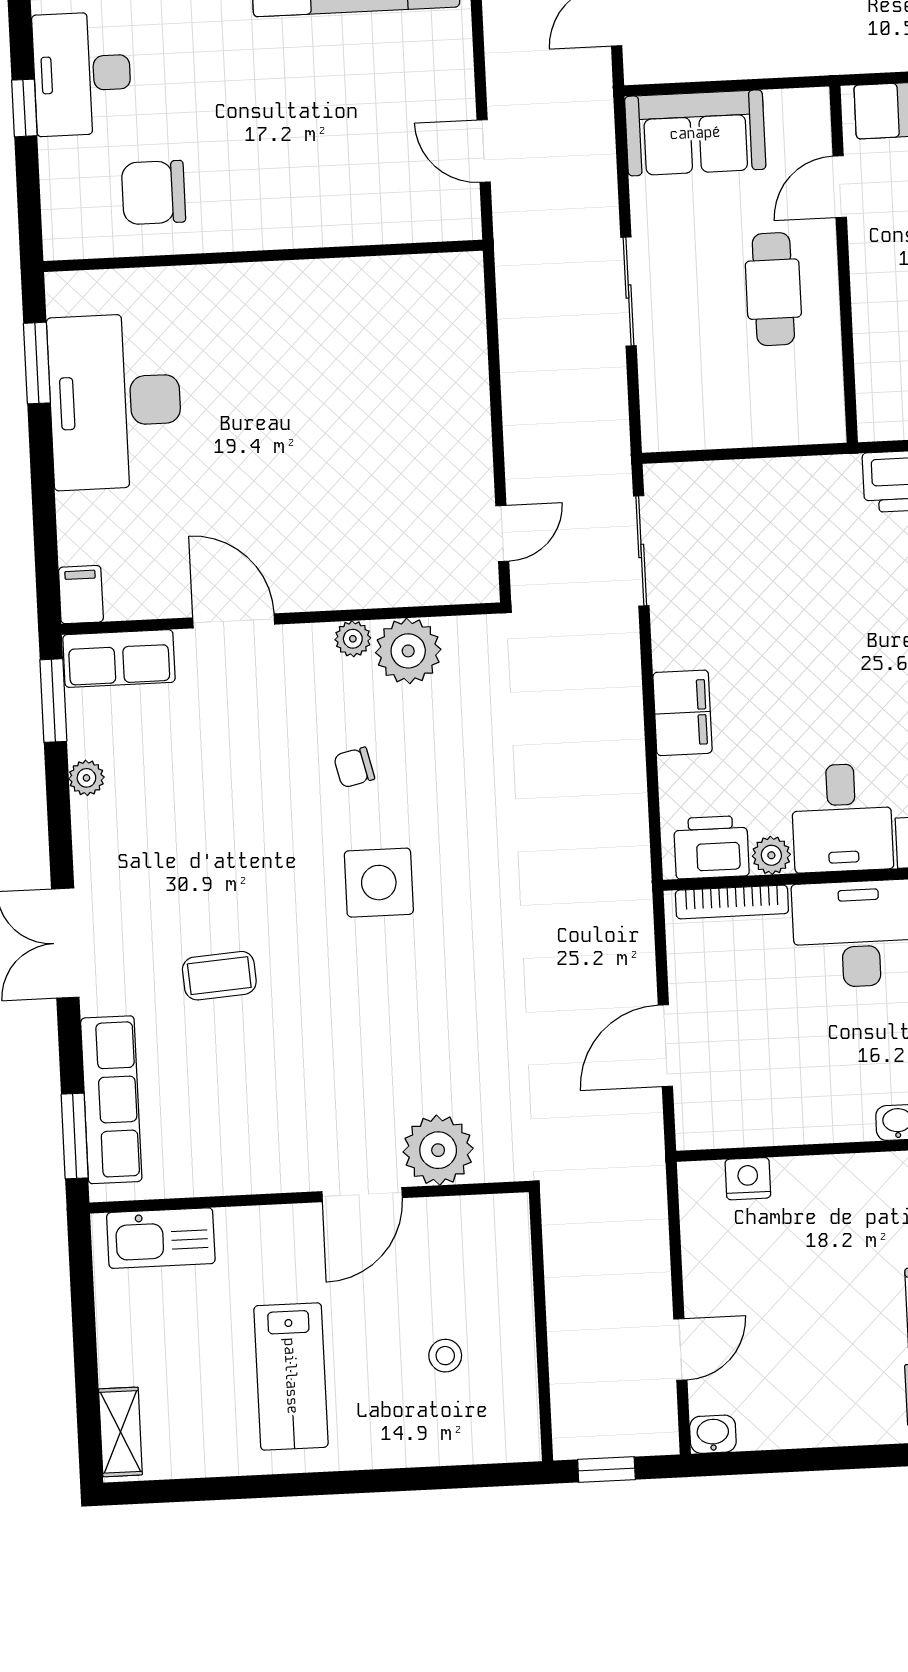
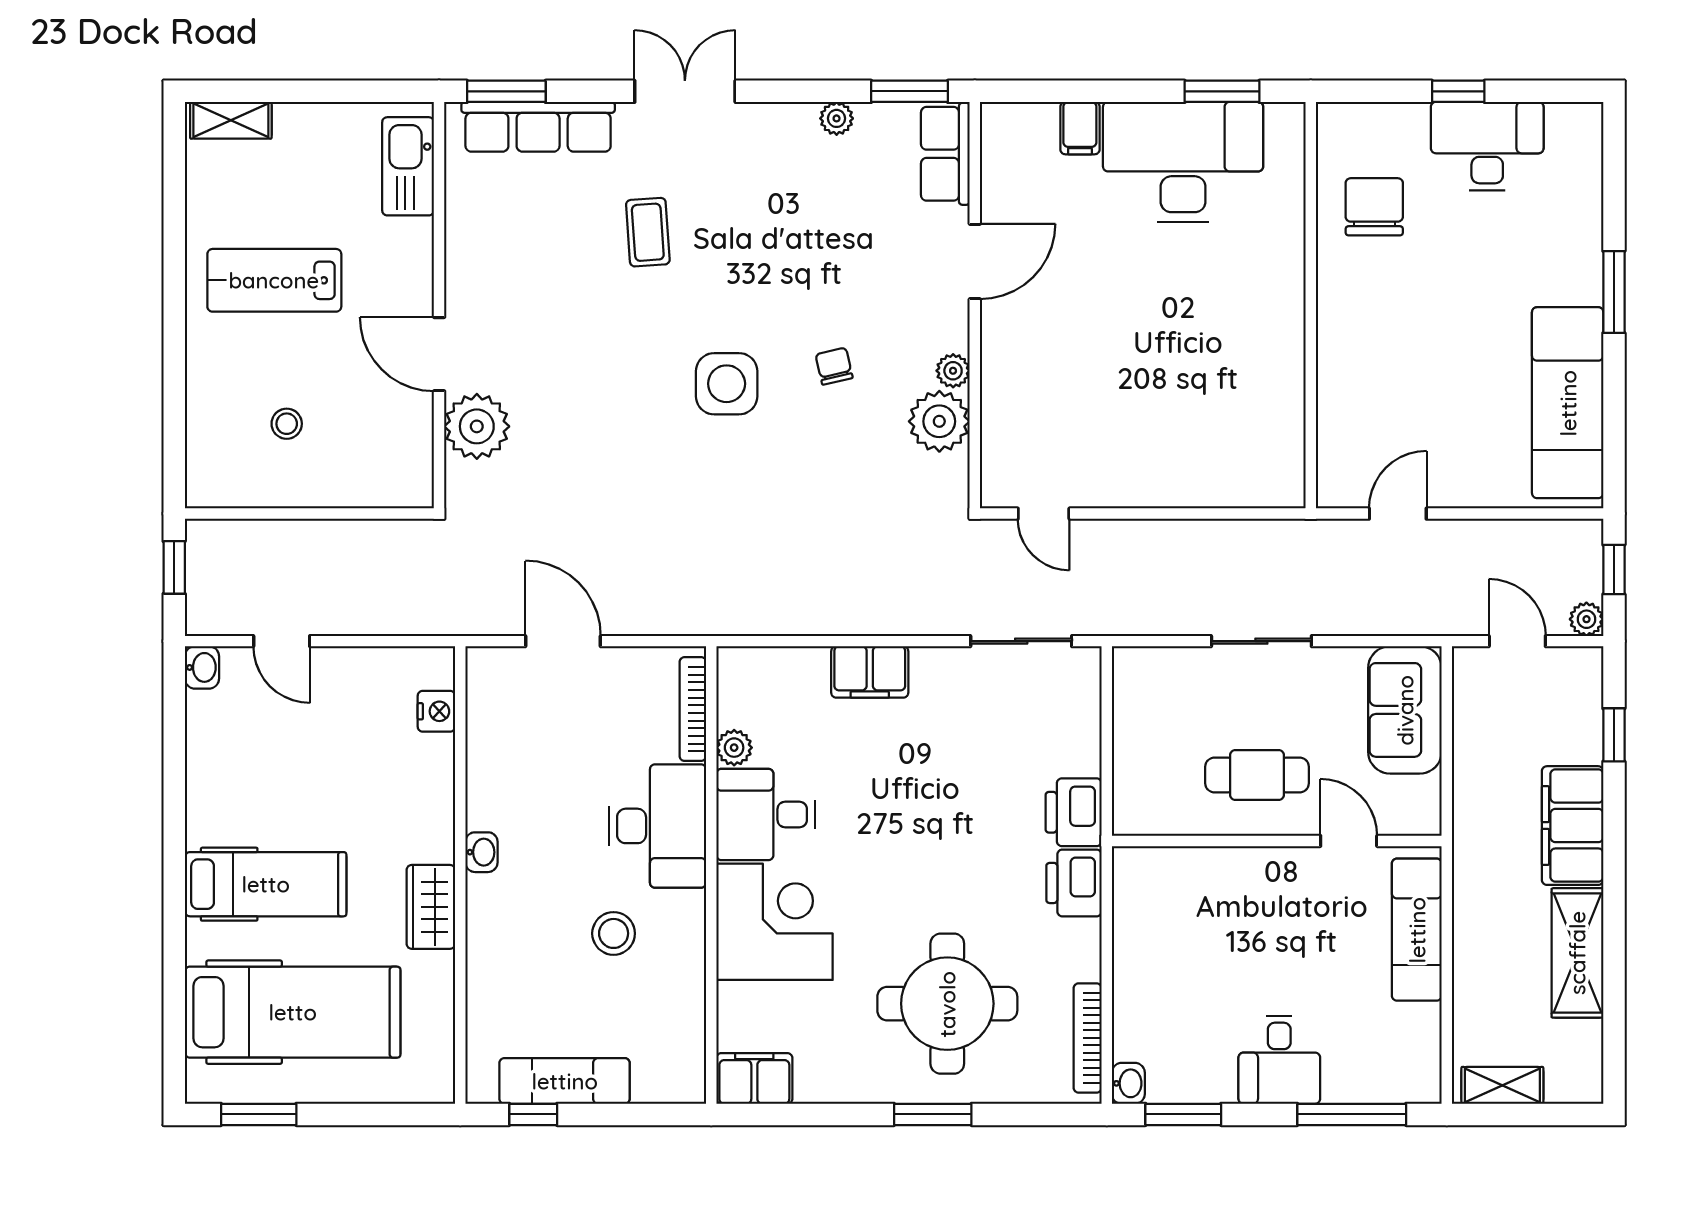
filing cabinet: (81, 595) -> (1080, 128), moved, turned 90
printer: (711, 847) -> (1074, 812), moved, turned 180

